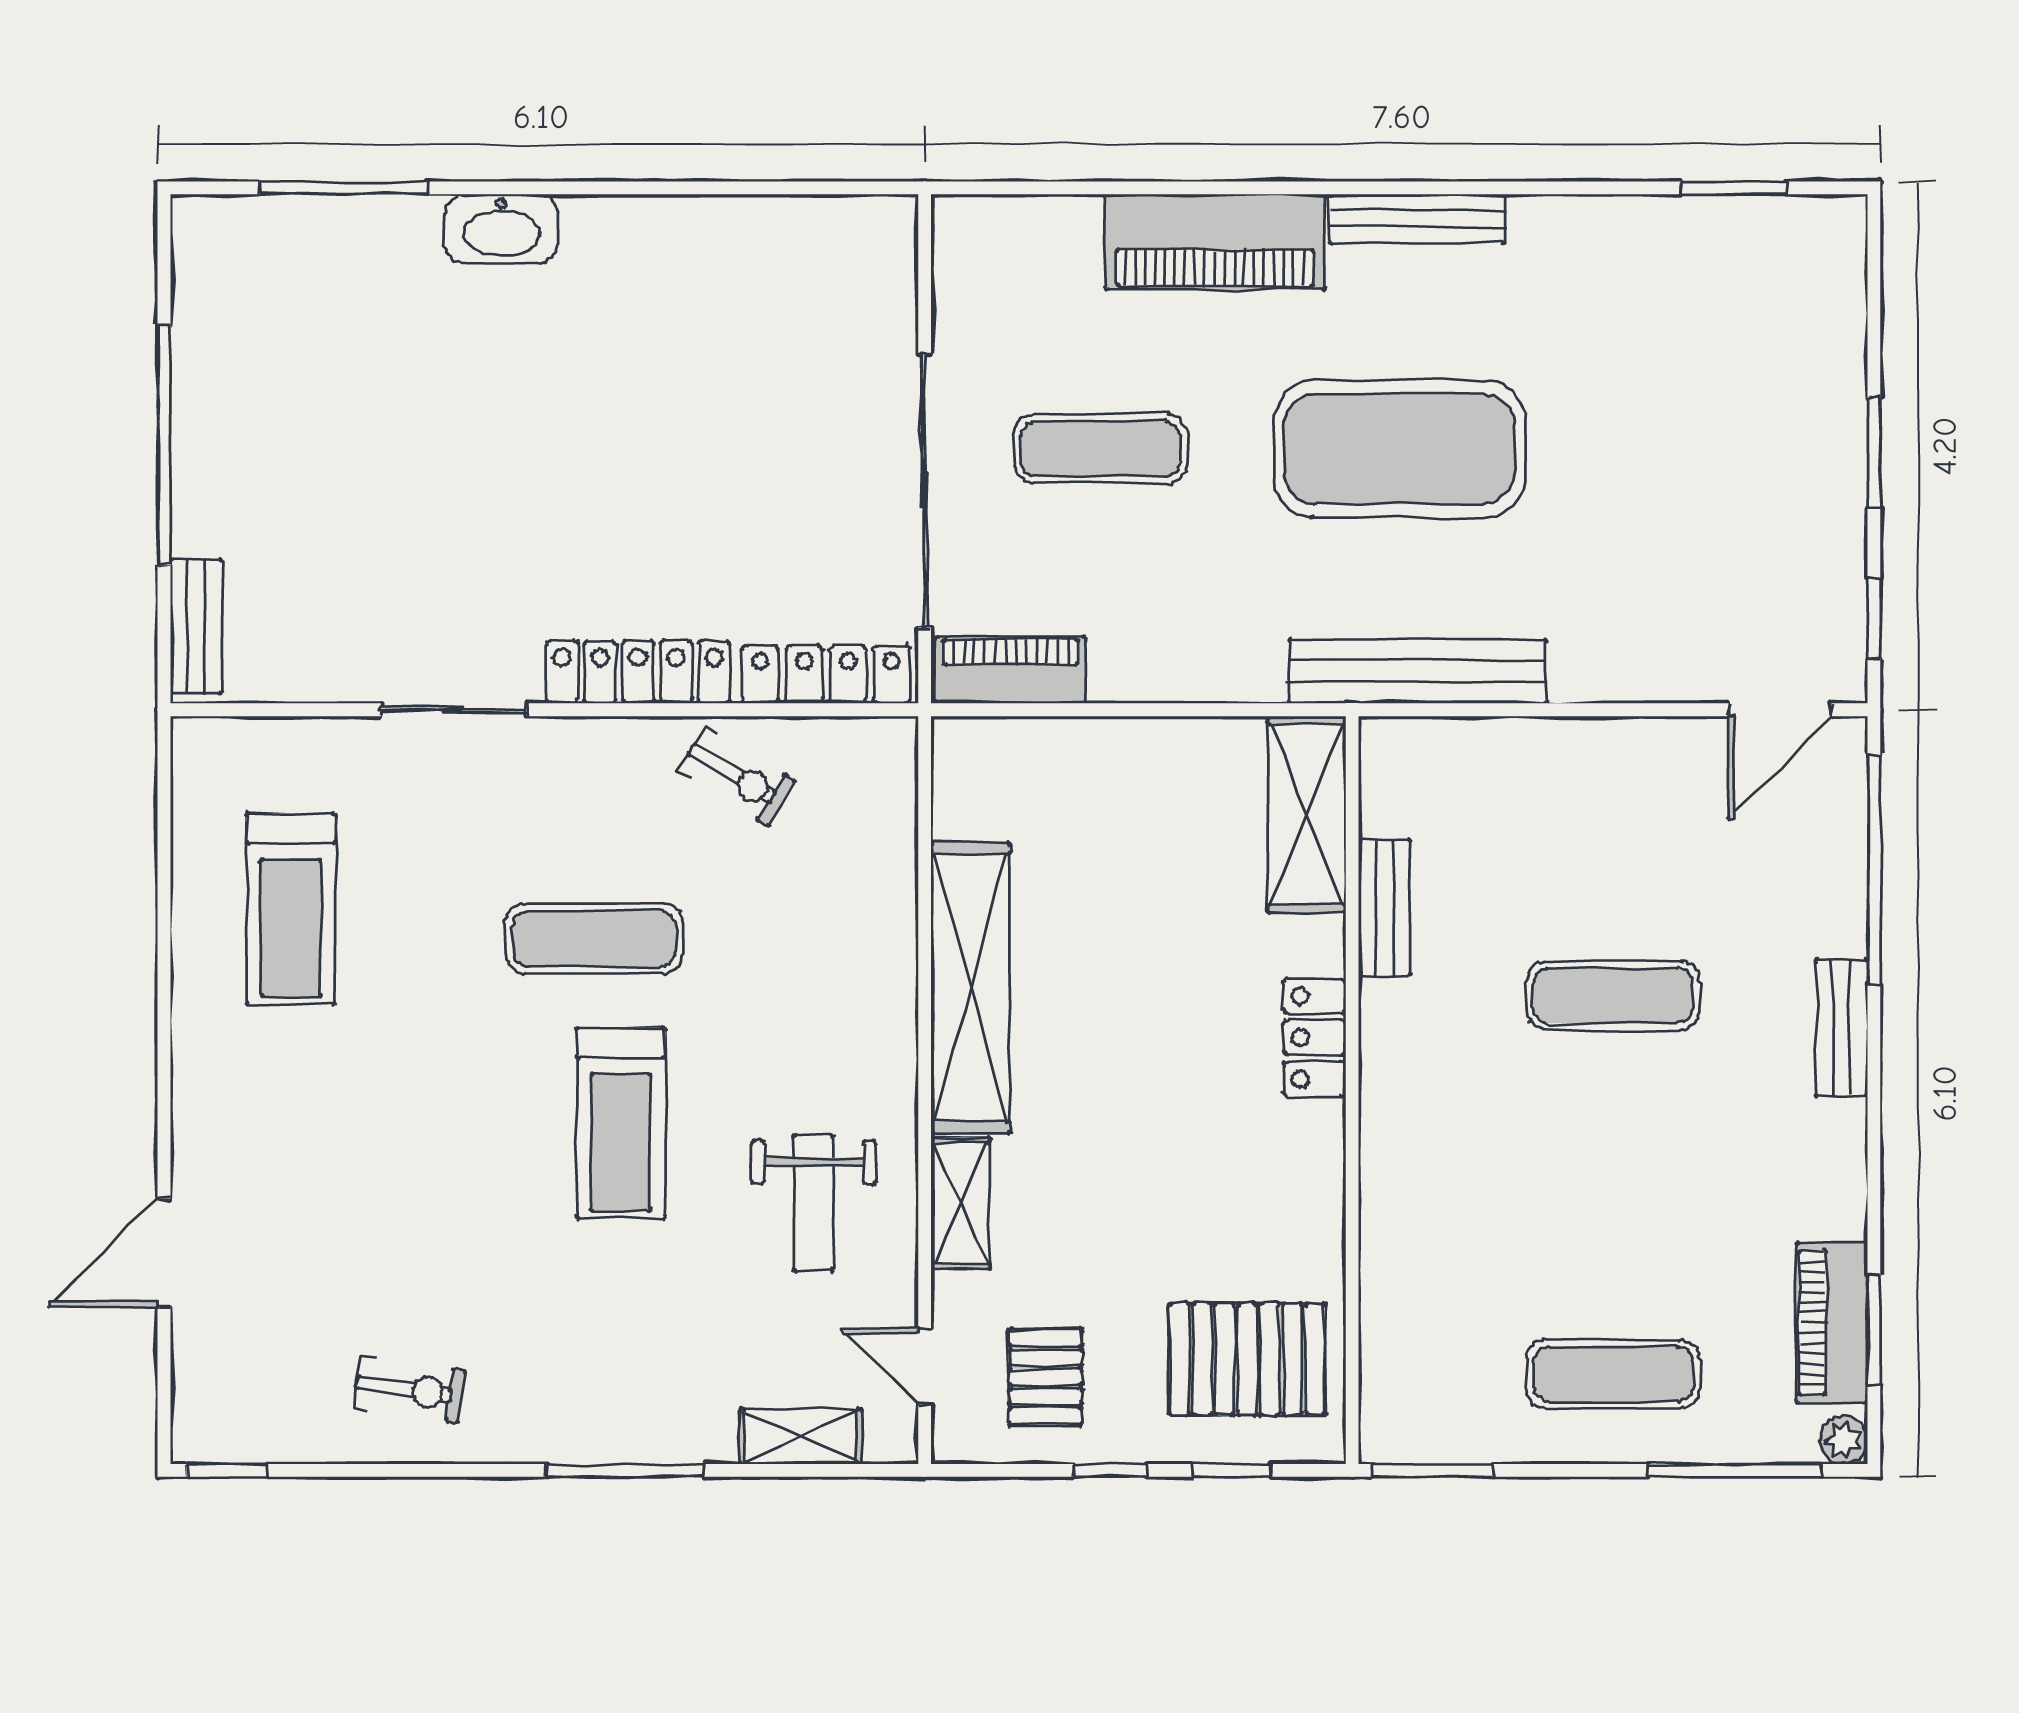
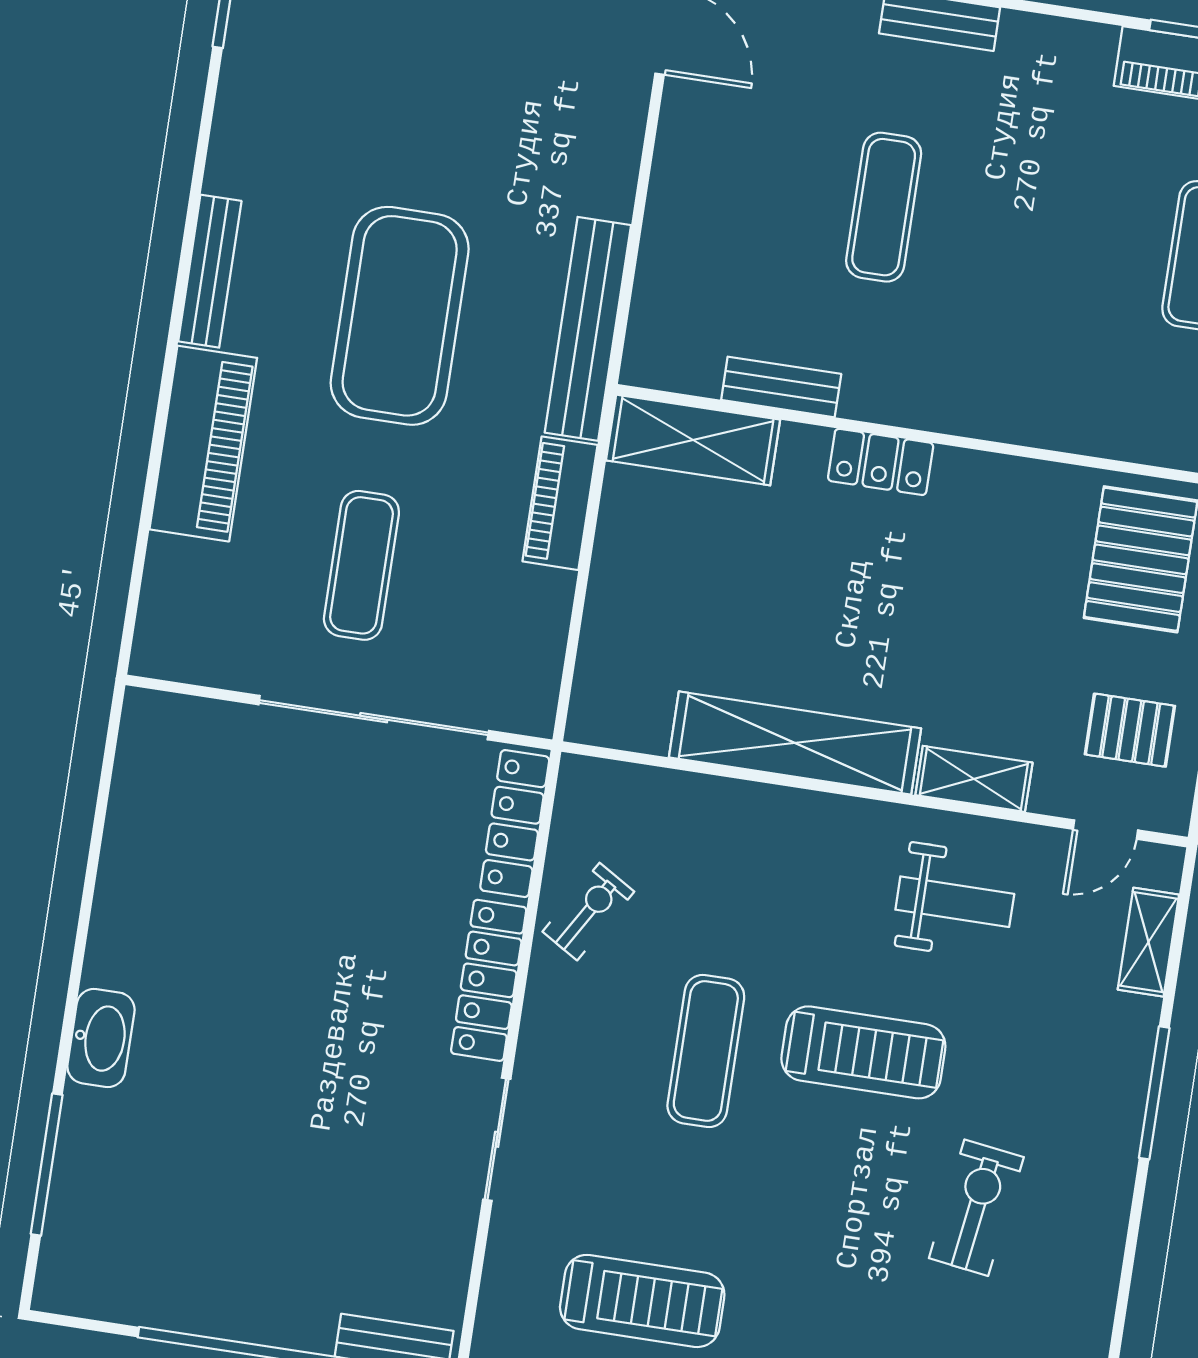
piano: (1011, 670) -> (560, 503), moved
exercise bike: (409, 1389) -> (976, 1208), moved, width x1.38, depth x1.39

